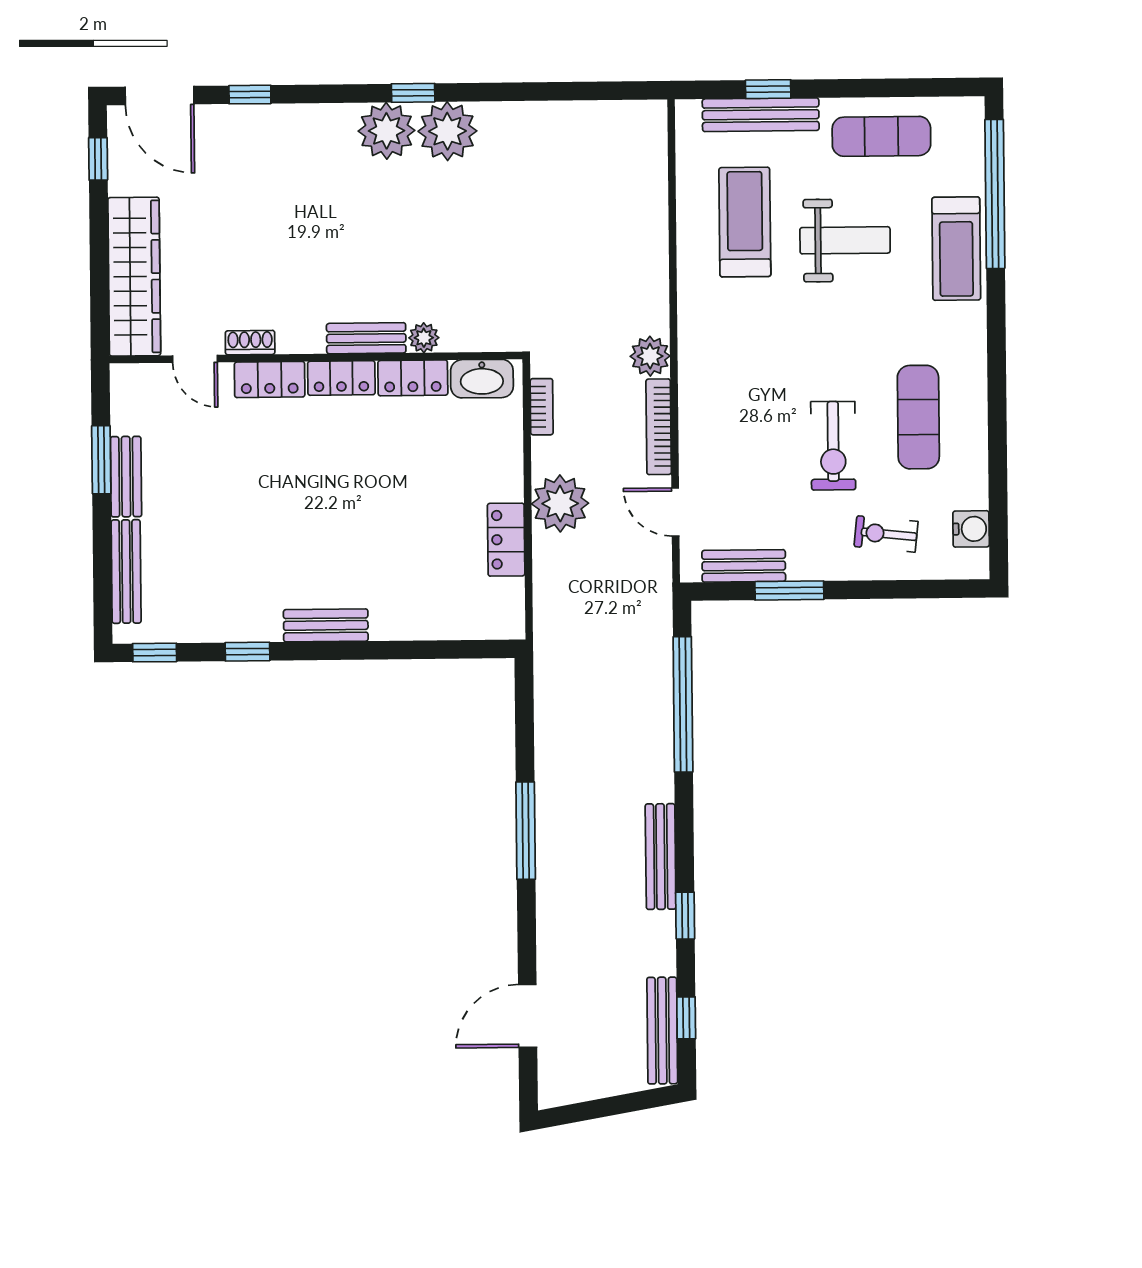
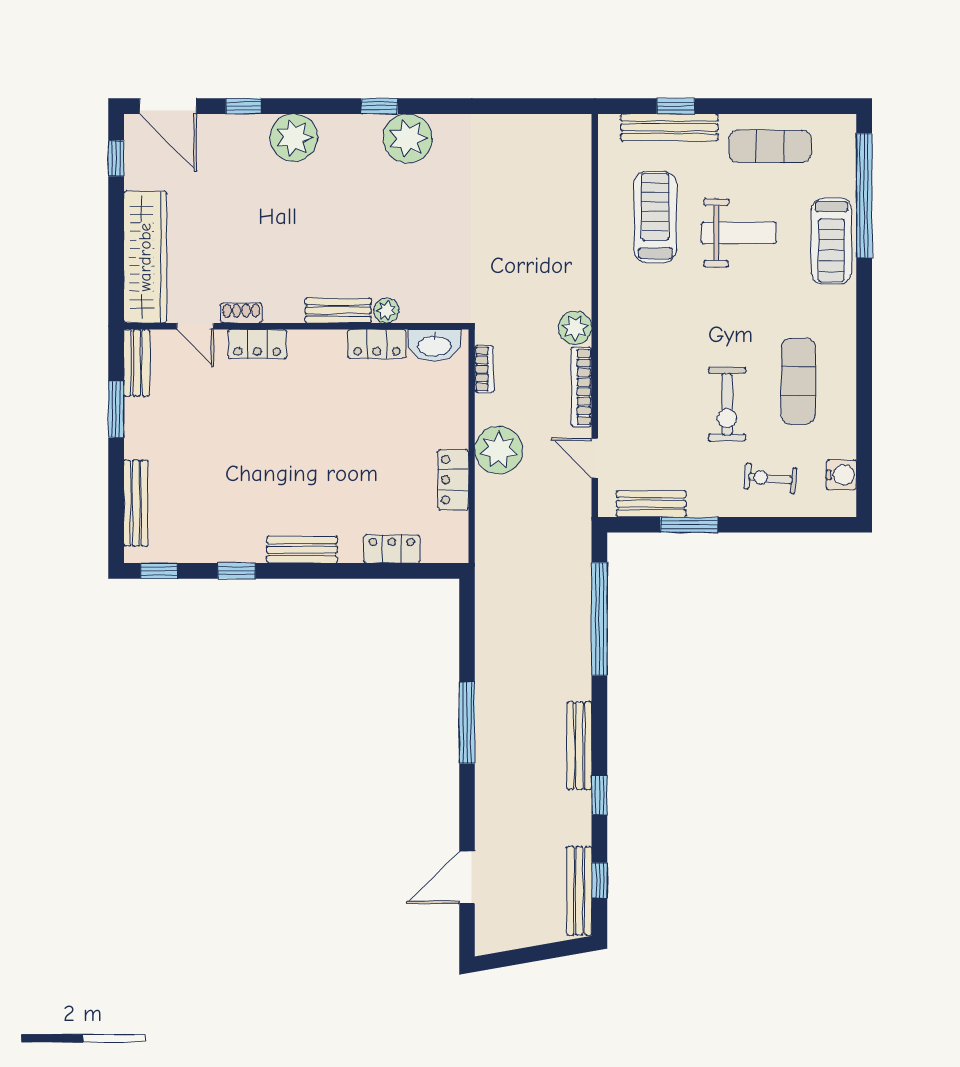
plant: (387, 131) -> (294, 138), moved
locker: (341, 378) -> (392, 549), moved, turned 180
bench: (126, 477) -> (137, 363), moved

